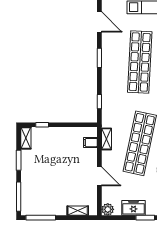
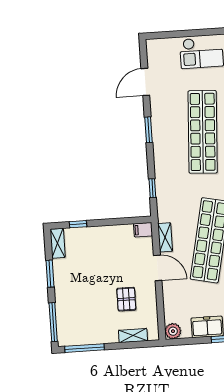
door: (99, 22) -> (145, 82), swing flipped
filing cabinet: (90, 143) -> (143, 230), moved
door: (99, 176) -> (158, 268), moved
pallet: (74, 183) -> (126, 299), added

